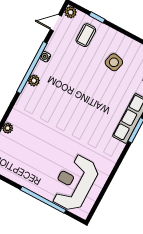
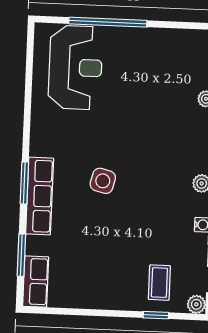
side table: (114, 62) -> (103, 181), moved

